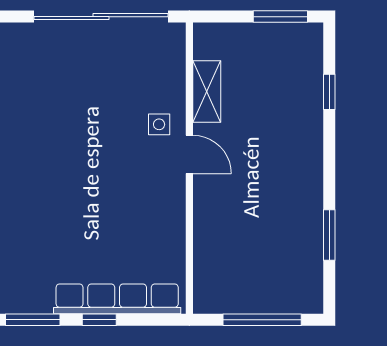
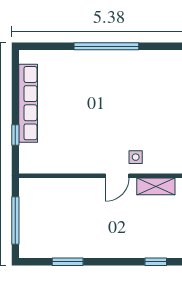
row of seats: (117, 299) -> (28, 103), moved
window: (33, 320) -> (15, 79), removed
window: (99, 320) -> (15, 135), moved

